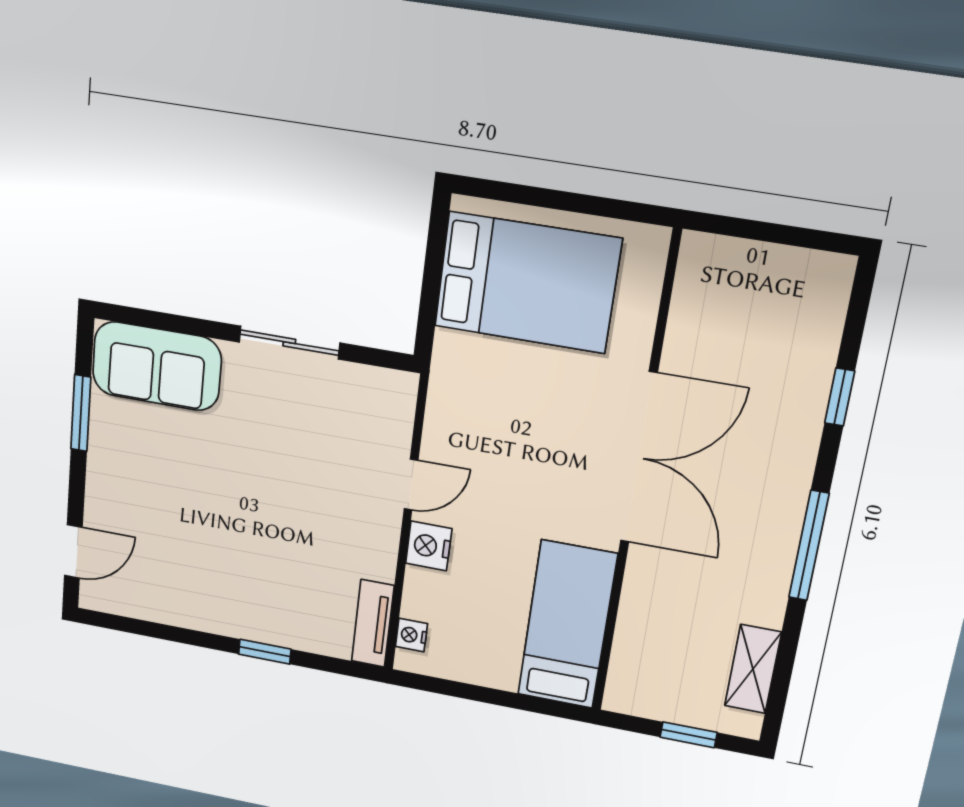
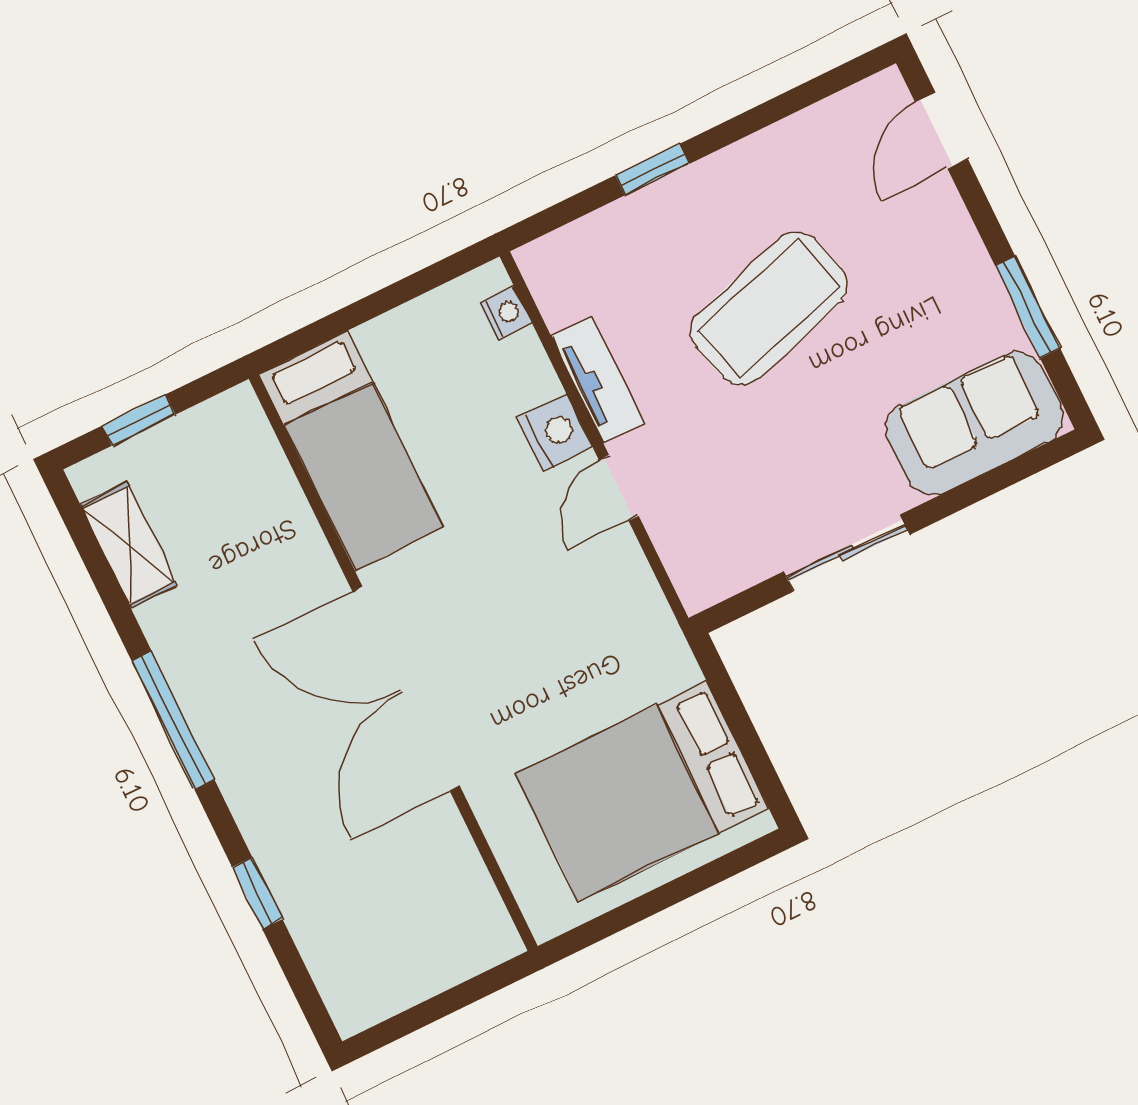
coffee table: (244, 524) -> (769, 308), added
tv unit: (373, 623) -> (597, 380), moved

